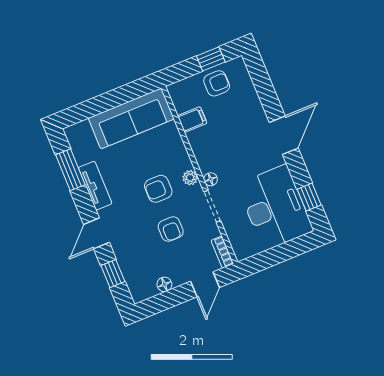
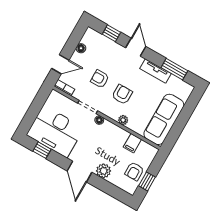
plant: (254, 113) -> (104, 171), added
plant: (190, 178) -> (123, 120), moved
door: (205, 284) -> (60, 64), swing flipped

